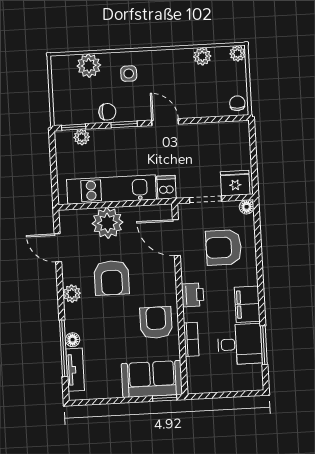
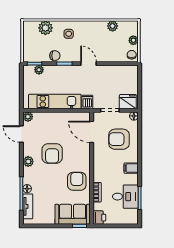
plant: (238, 53) -> (133, 40), moved
plant: (107, 223) -> (28, 117), moved, width x0.53, depth x0.53
printer: (193, 295) -> (99, 218), moved
filing cabinet: (247, 304) -> (131, 168), width x0.50

